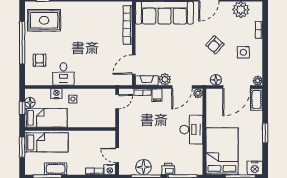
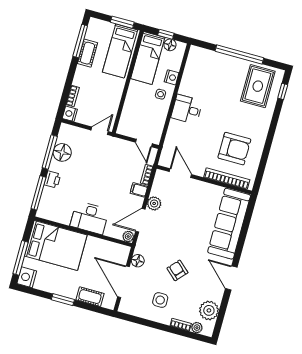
armchair: (39, 60) -> (234, 149), moved, width x1.88, depth x1.88
desk: (63, 74) -> (187, 109), moved
fireplace: (147, 80) -> (158, 183), removed
plant: (258, 81) -> (197, 328), moved
door: (182, 87) -> (140, 220), hinge flipped
cot: (256, 100) -> (90, 297), moved
door: (117, 155) -> (100, 131), moved

